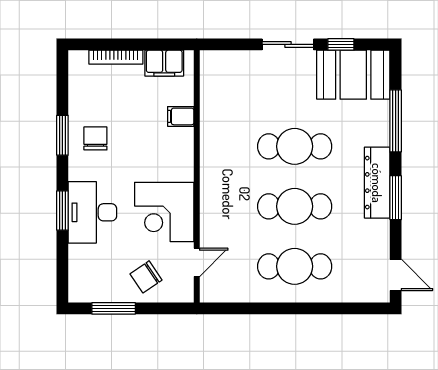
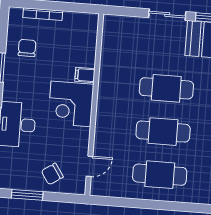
filing cabinet: (164, 63) -> (77, 21), removed
filing cabinet: (181, 116) -> (85, 75), moved
chair: (95, 138) -> (27, 48), moved
corner desk: (164, 212) -> (71, 104), moved

